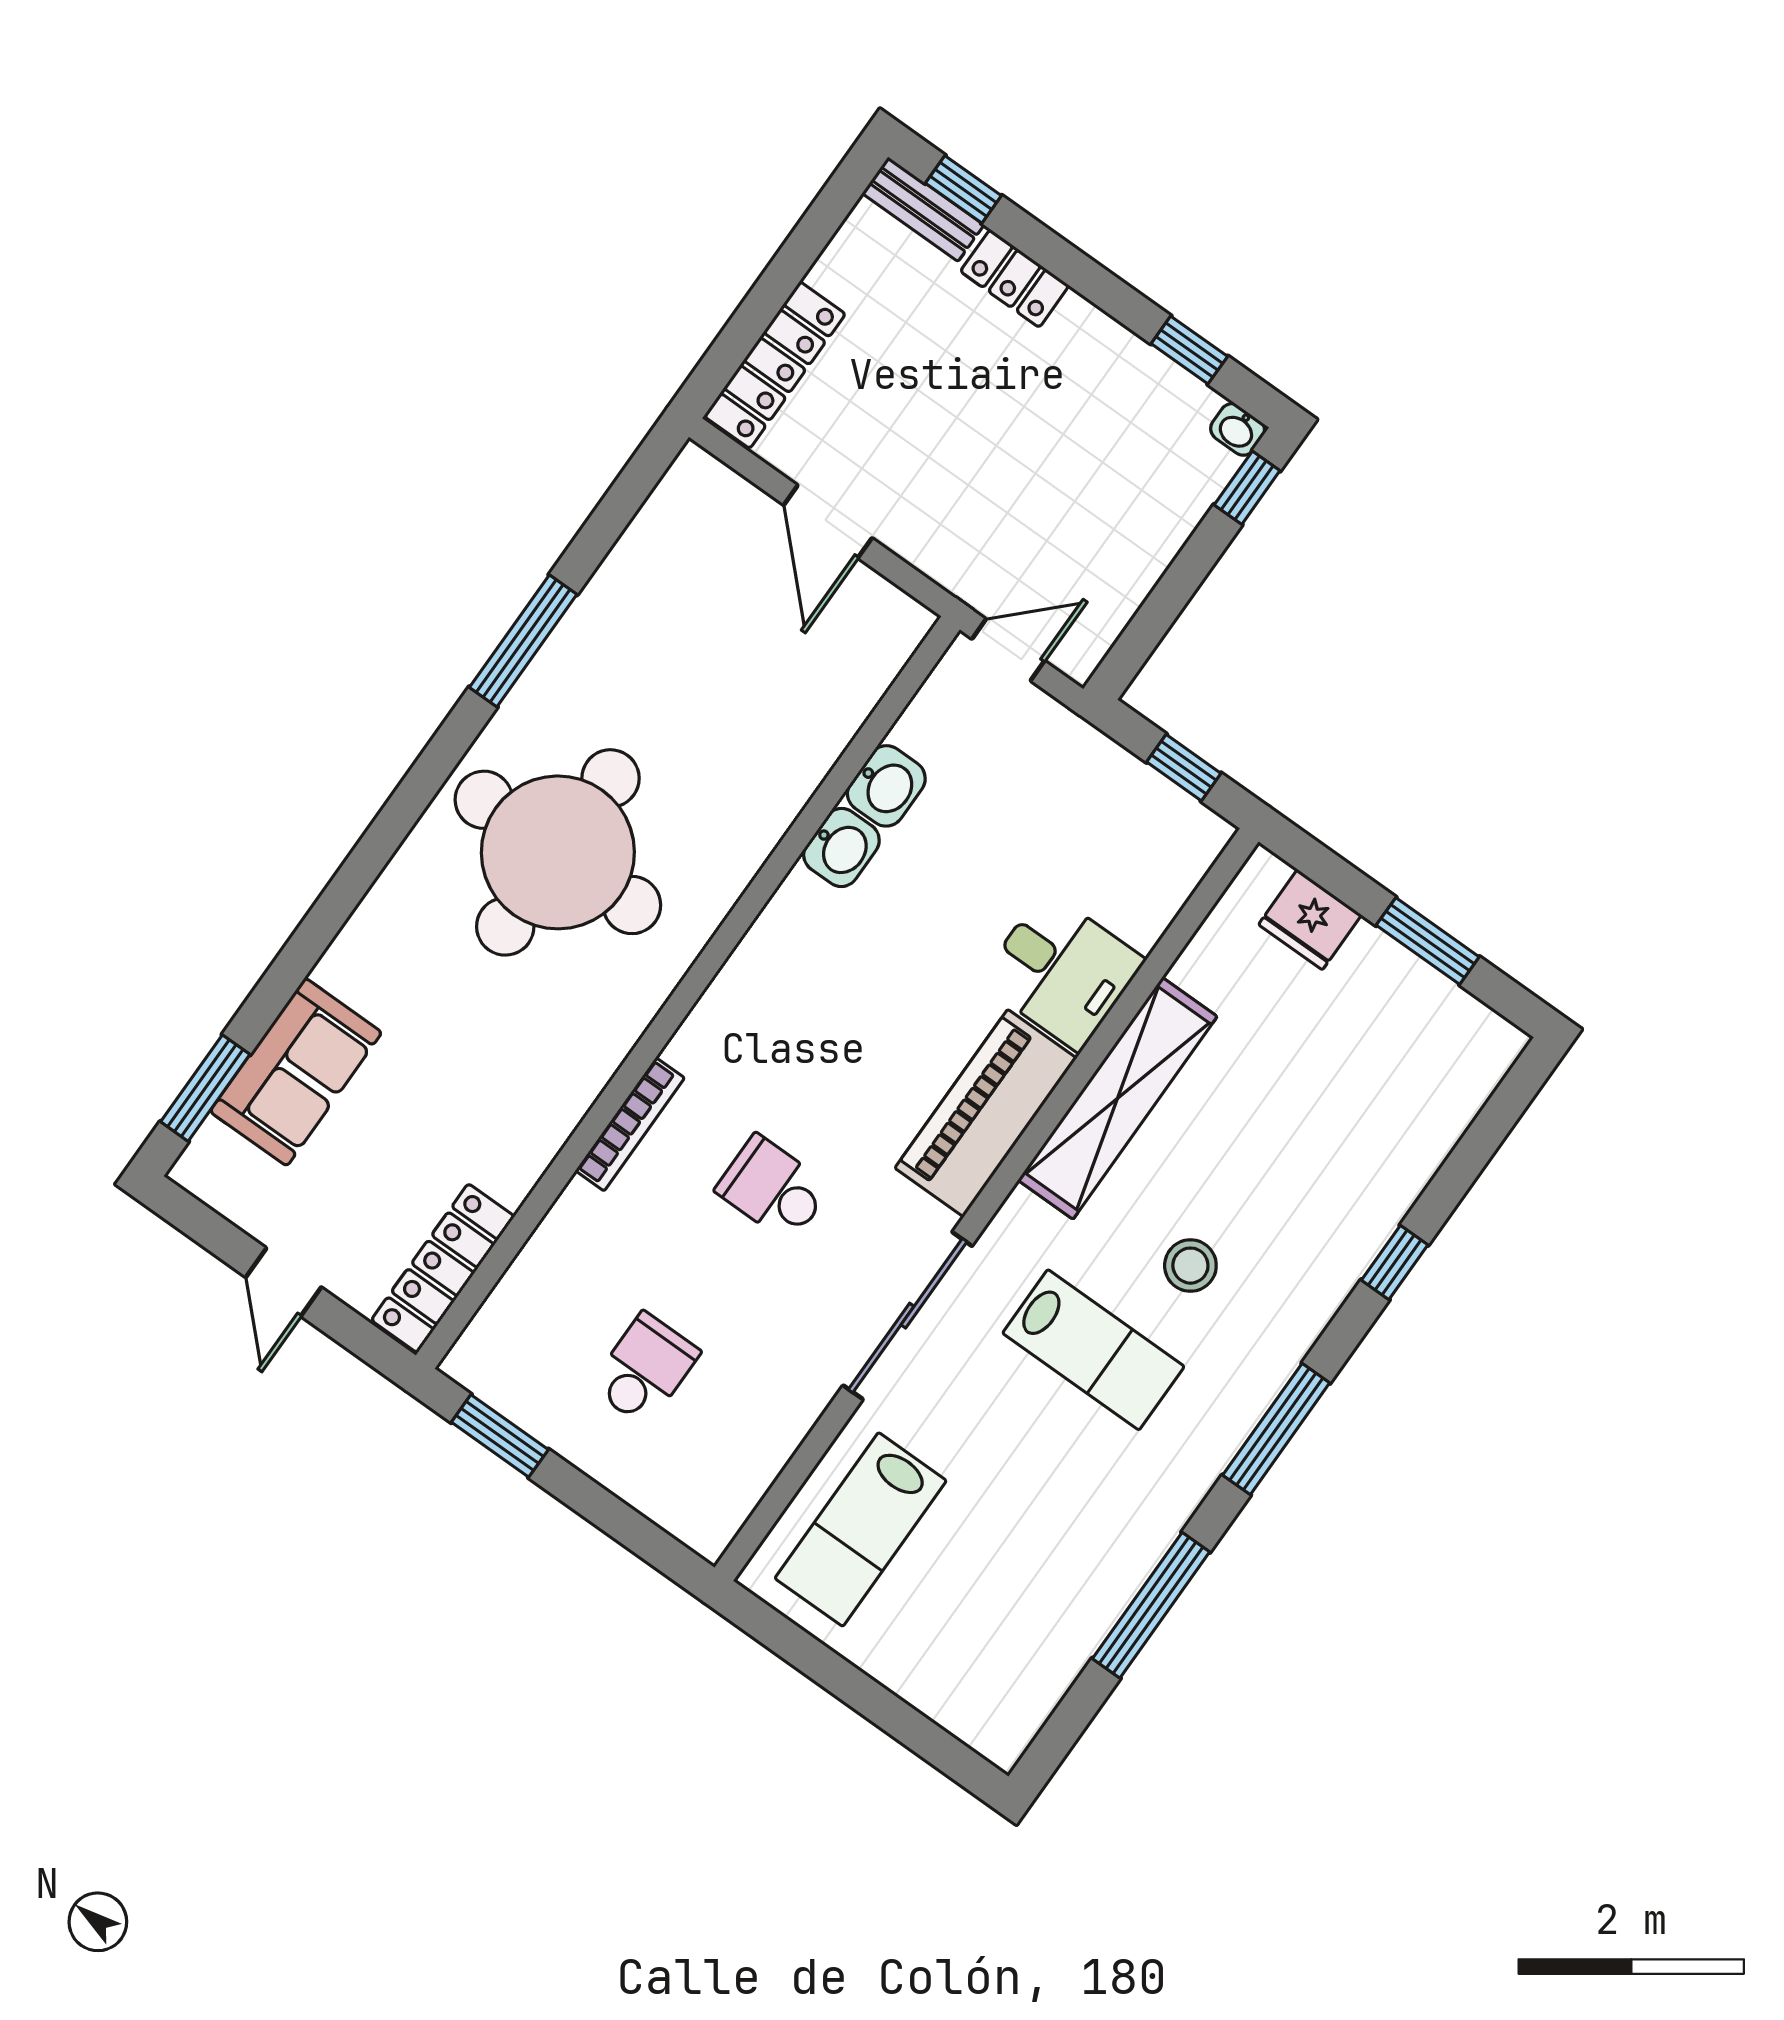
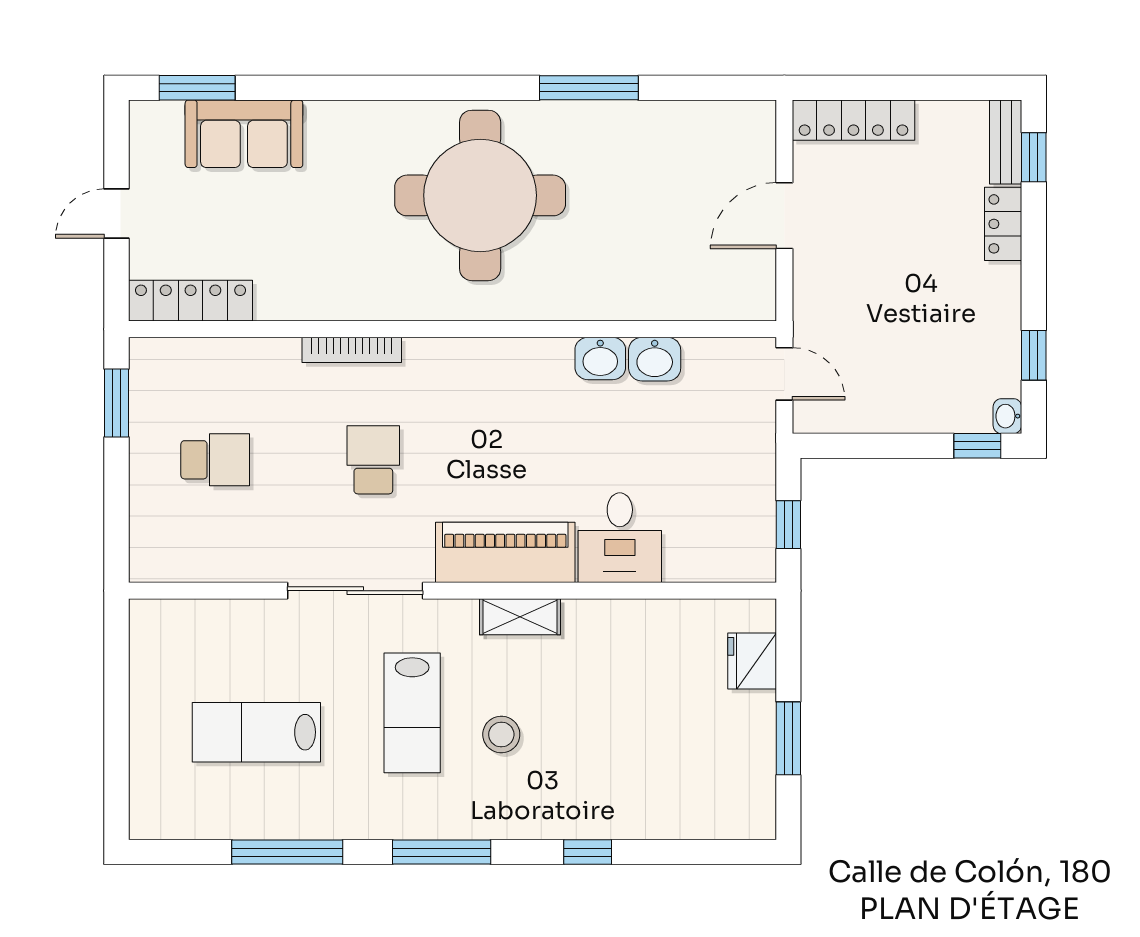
shelving: (1118, 1098) -> (520, 617), width x0.45, depth x0.75
lab bench: (861, 1529) -> (256, 732), moved

